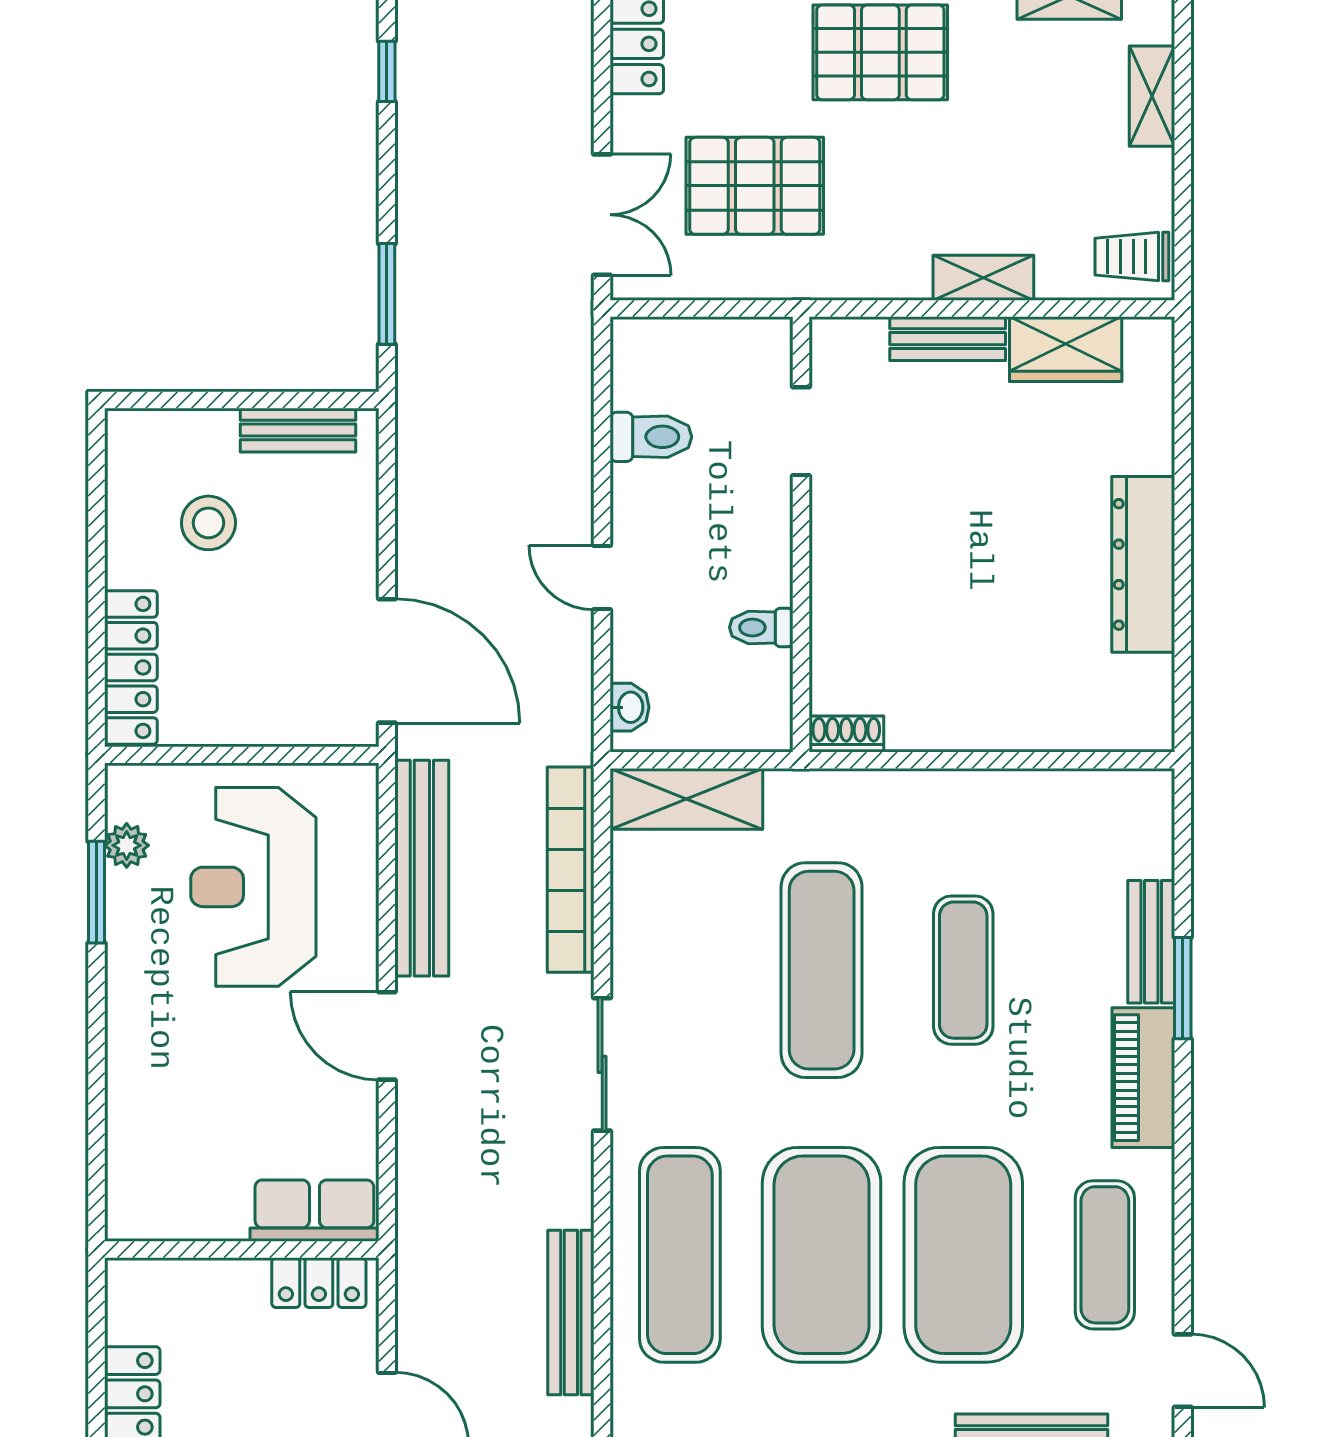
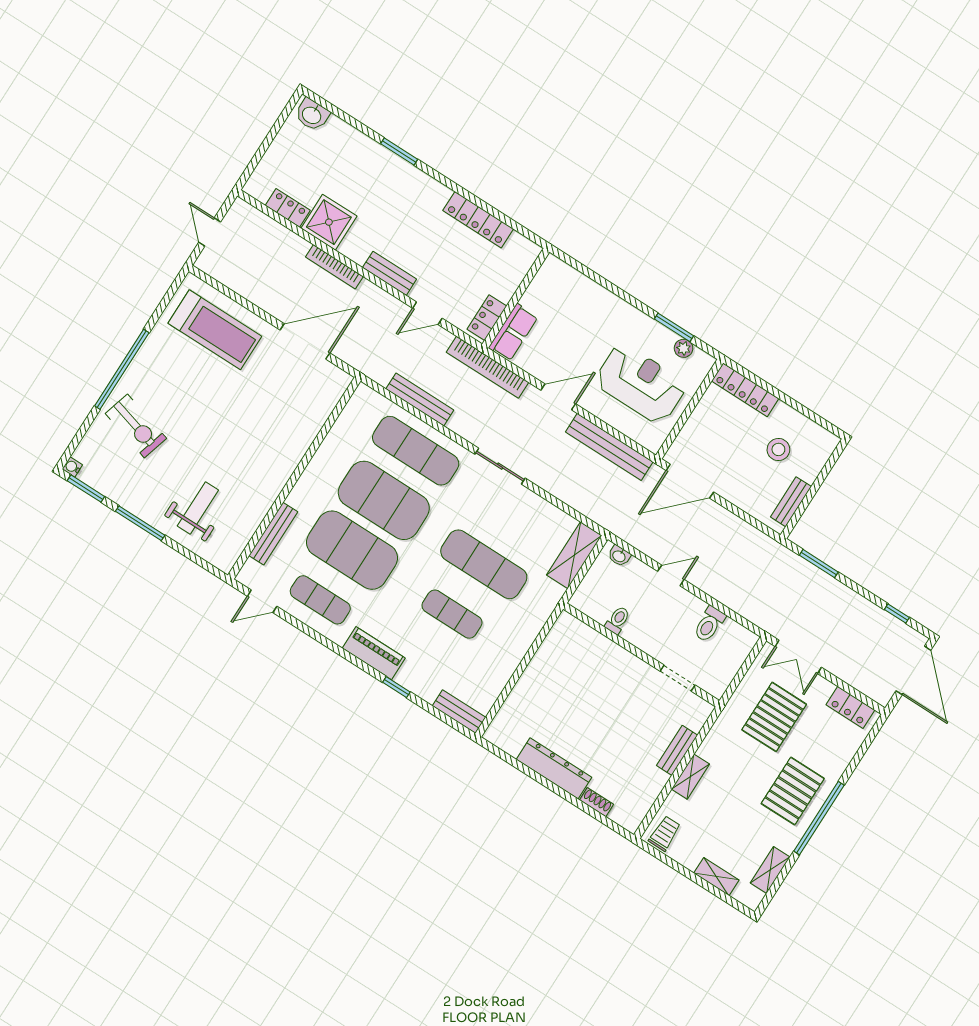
wardrobe: (1066, 349) -> (647, 789), removed
shoe rack: (846, 734) -> (596, 802), moved, turned -90
bookcase: (571, 870) -> (488, 367), moved, turned 180
bench: (1151, 942) -> (459, 712), moved
window: (1183, 988) -> (396, 687), width x0.67

